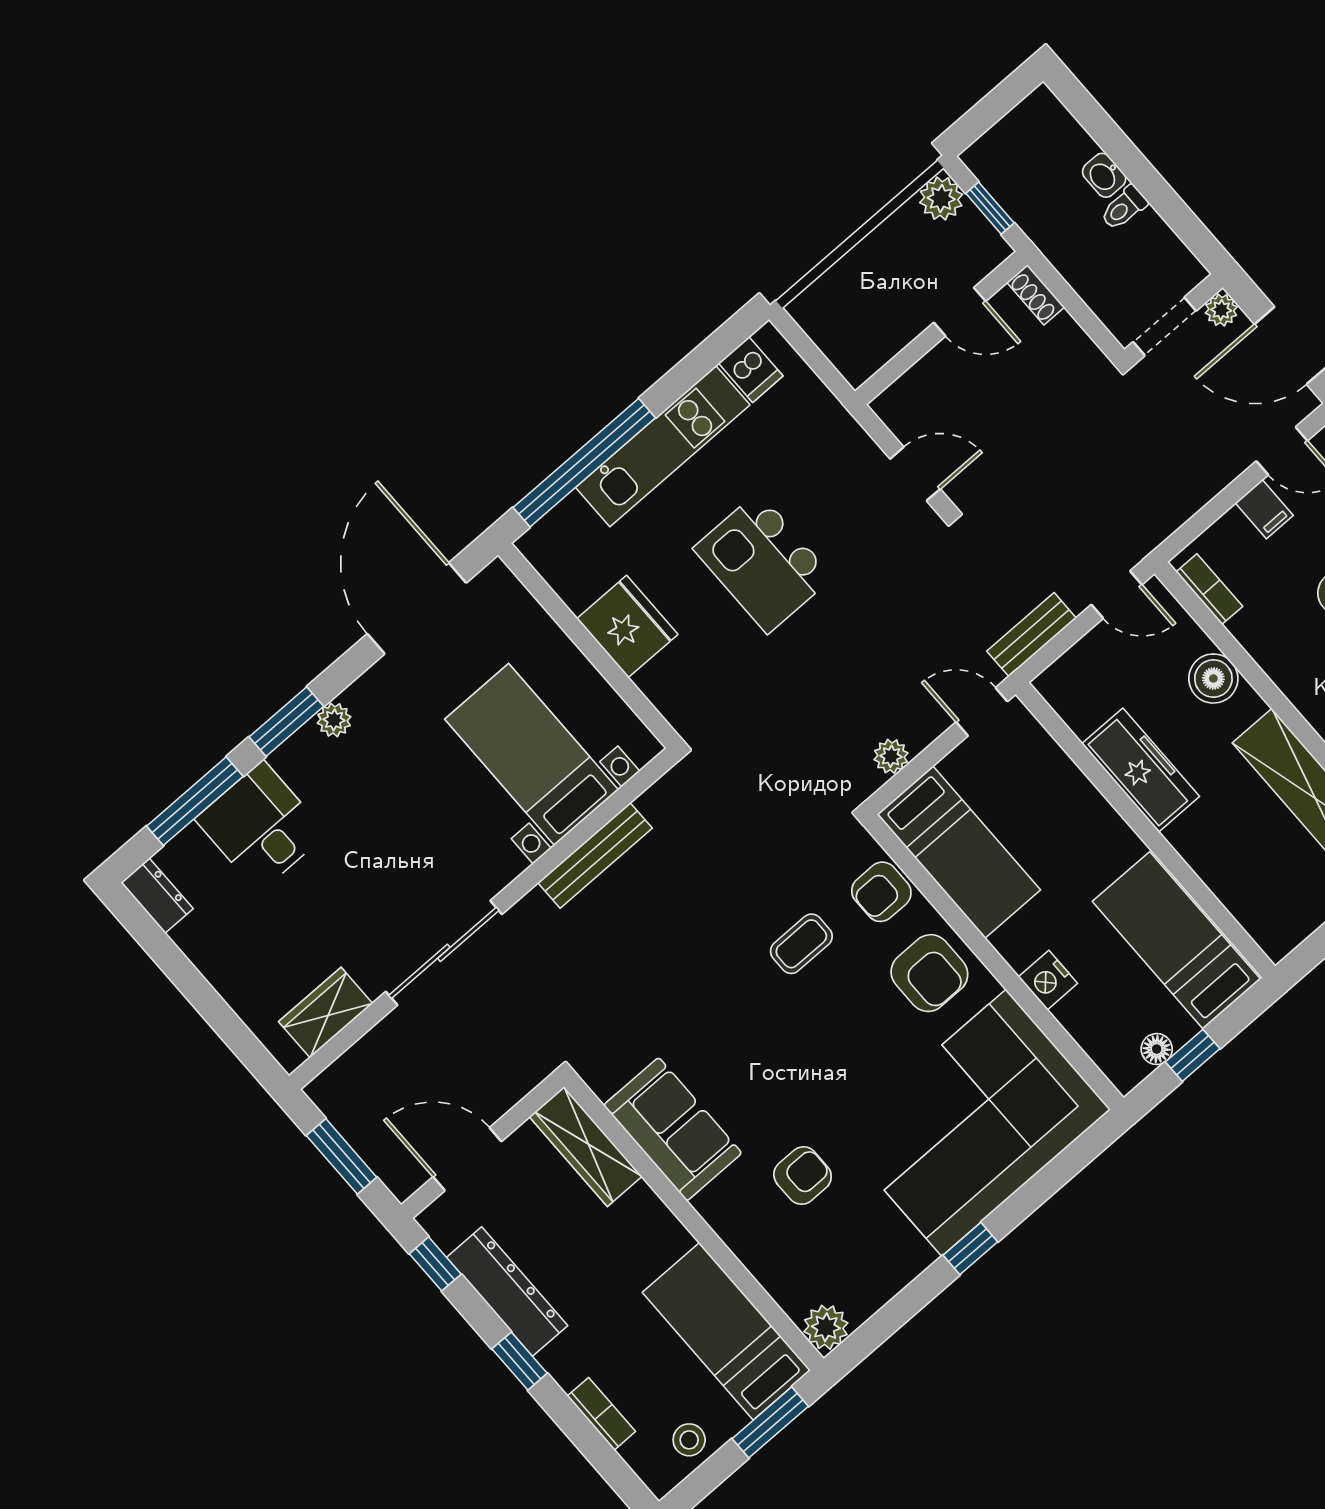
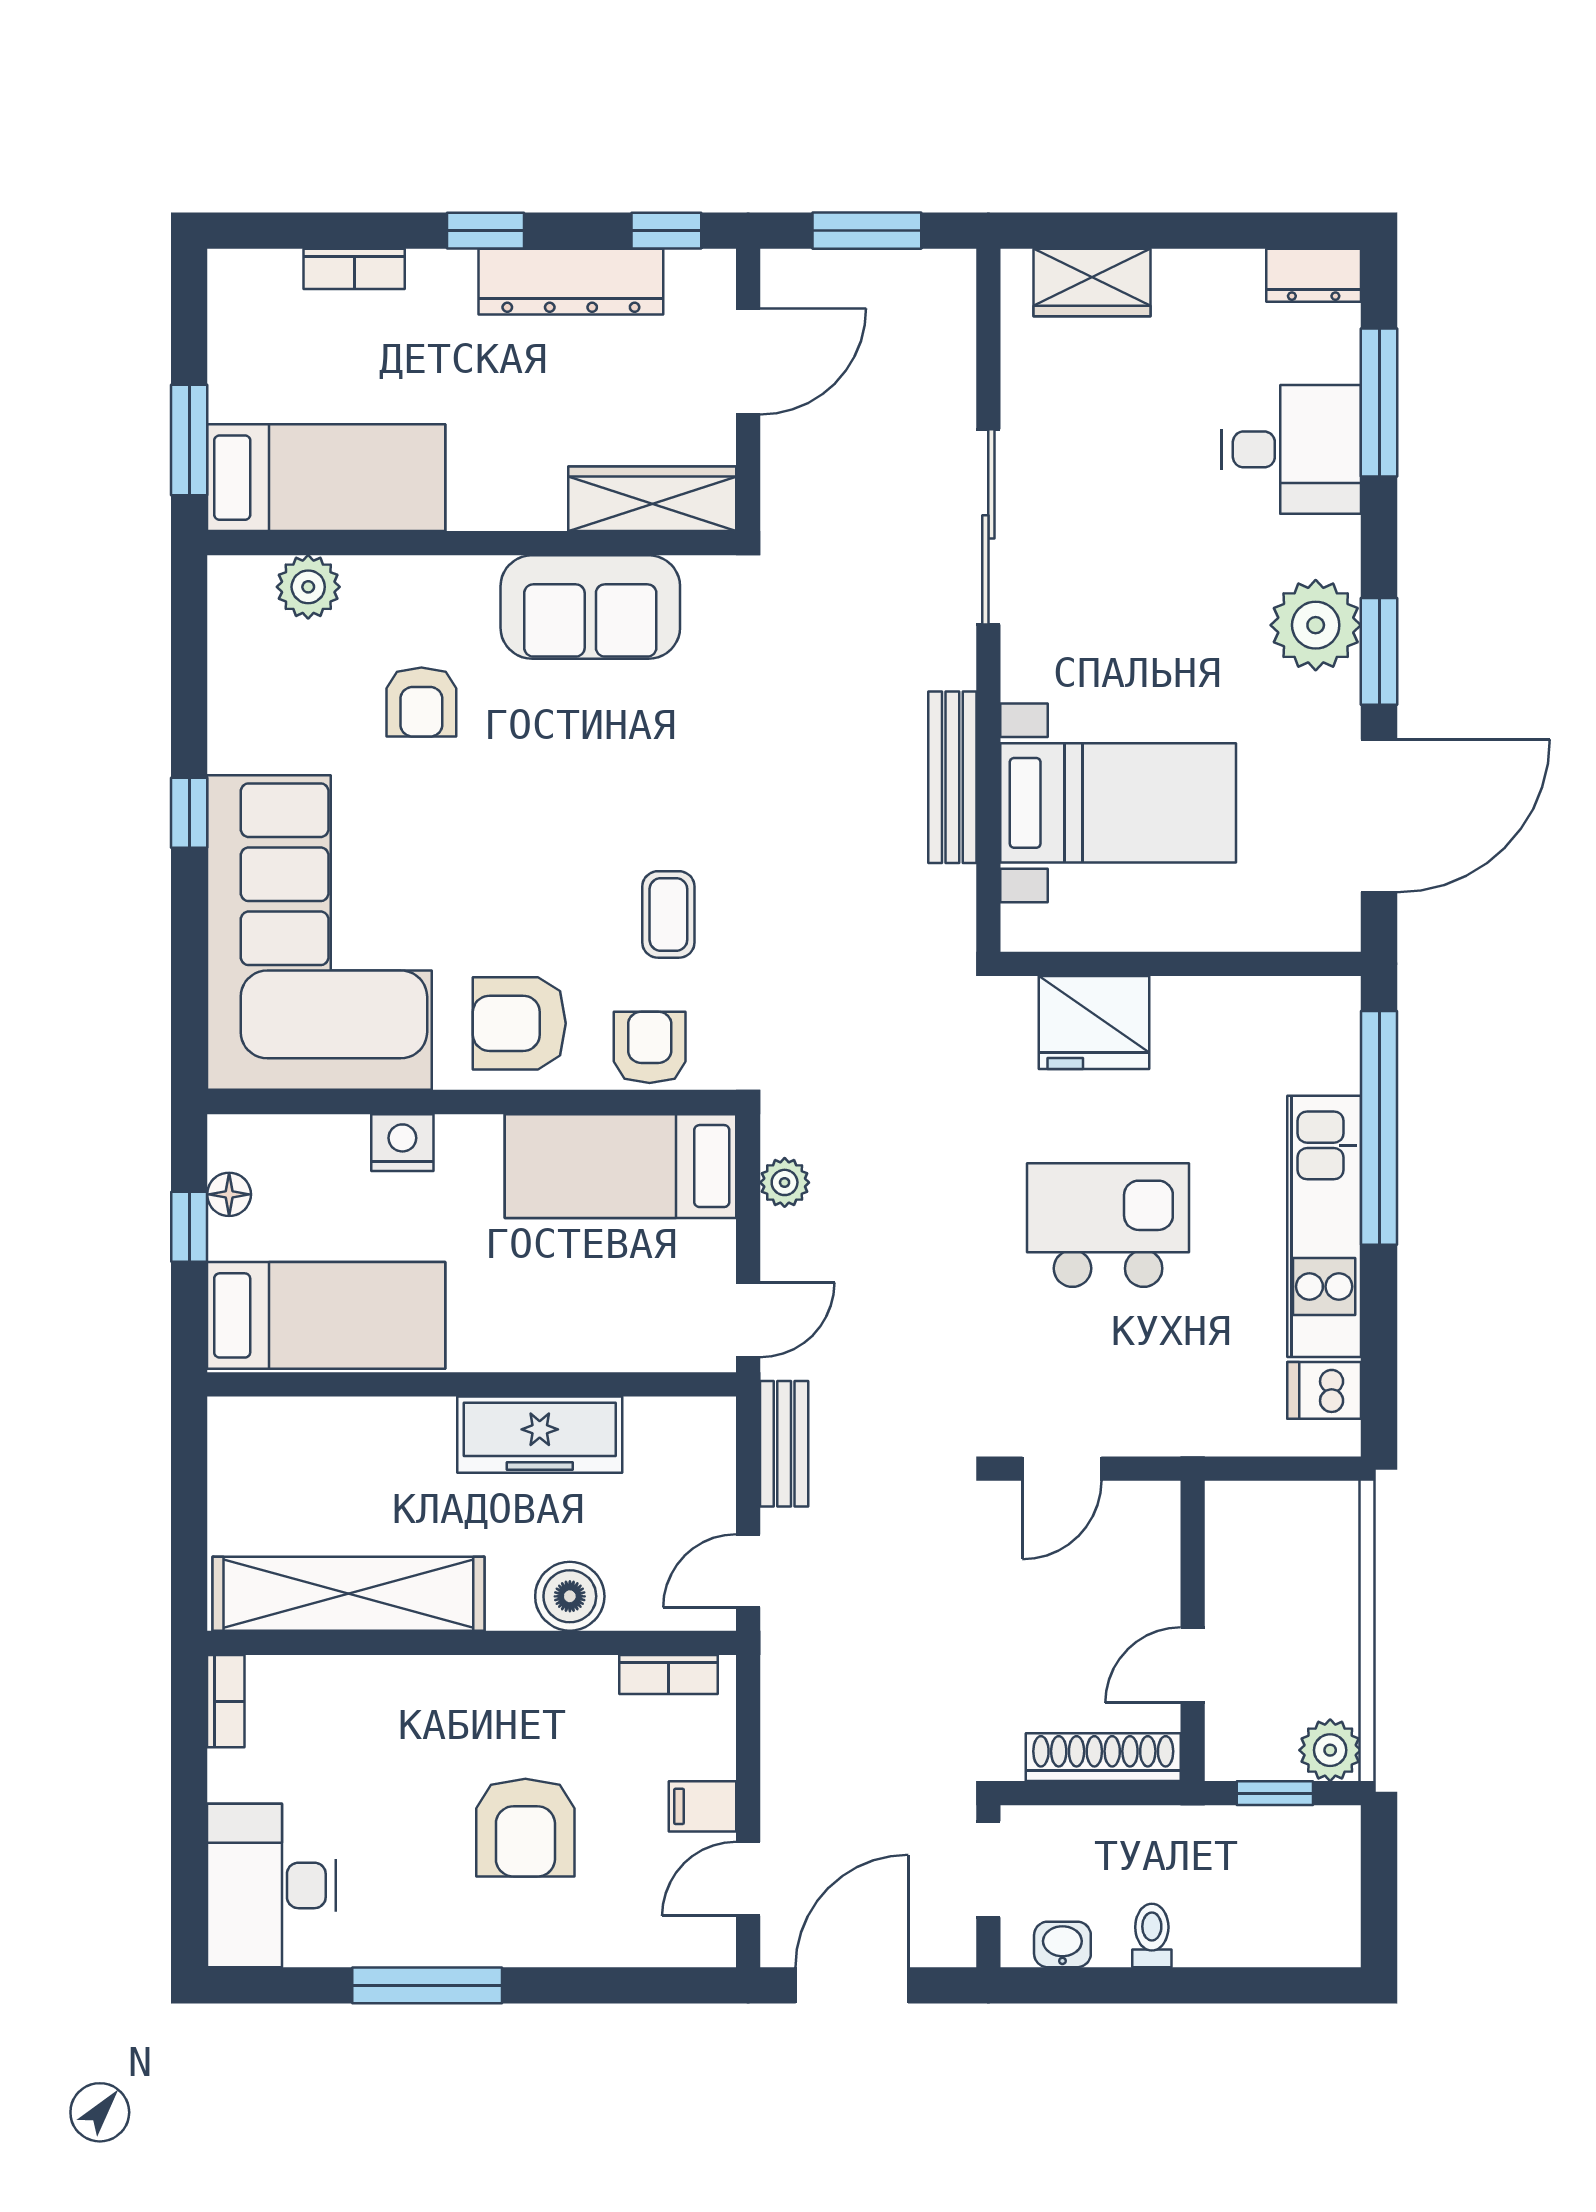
washbasin: (1104, 175) -> (1062, 1944), moved
shoe rack: (1036, 295) -> (1103, 1757), width x1.94, depth x1.24
plant: (1221, 310) -> (954, 1944), removed
door: (417, 608) -> (1379, 816), hinge flipped
fridge: (627, 626) -> (1094, 1022), moved
plant: (334, 720) -> (1316, 625), width x1.88, depth x1.88
window: (286, 722) -> (1379, 651), moved
wardrobe: (326, 1012) -> (1092, 283), moved, turned 90
plant: (826, 1327) -> (308, 587), moved
stool: (689, 1440) -> (246, 338), removed

